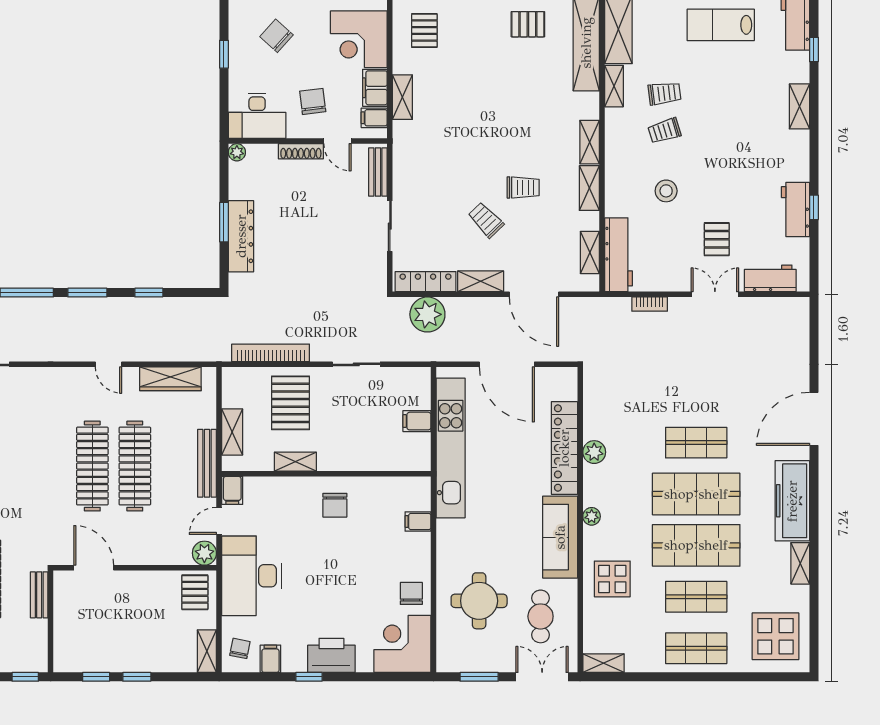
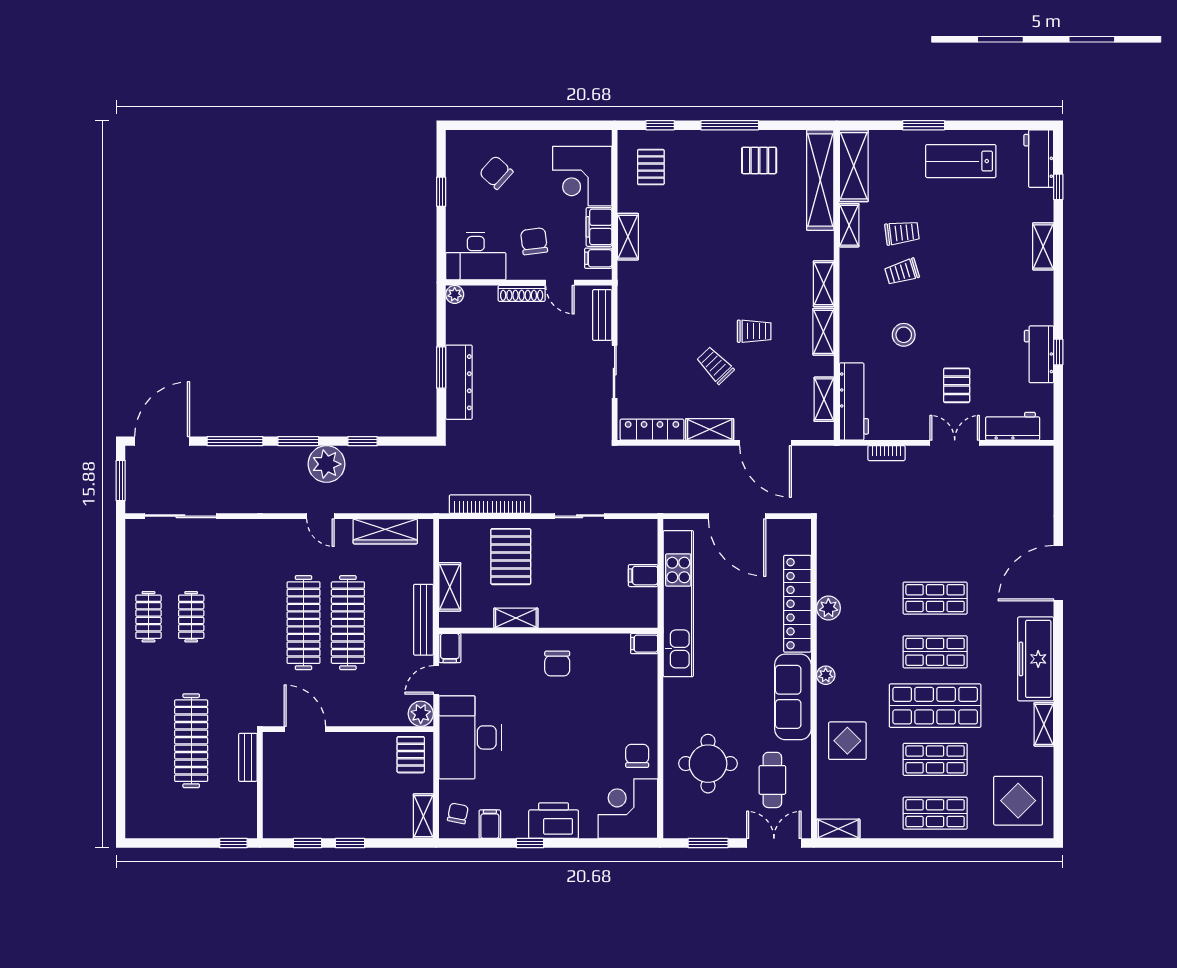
plant: (427, 314) -> (326, 464), moved
shop shelf: (696, 494) -> (935, 652), width x0.70, depth x0.74
filing cabinet: (418, 521) -> (644, 644), moved

